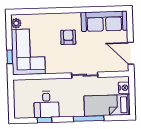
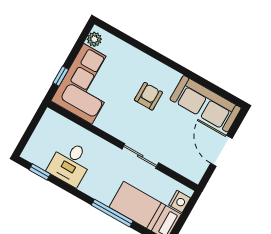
door: (131, 53) -> (221, 151), moved
window: (45, 120) -> (40, 172), moved

